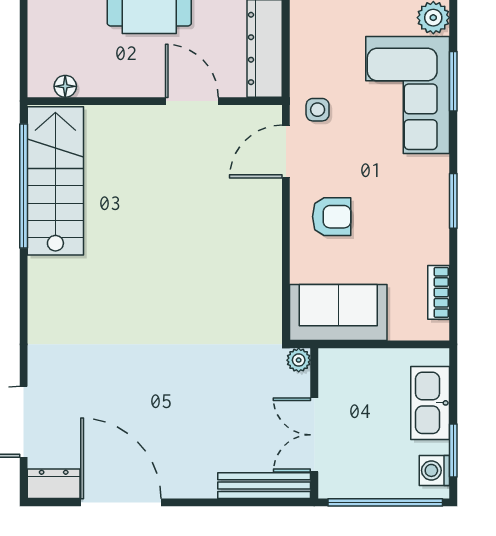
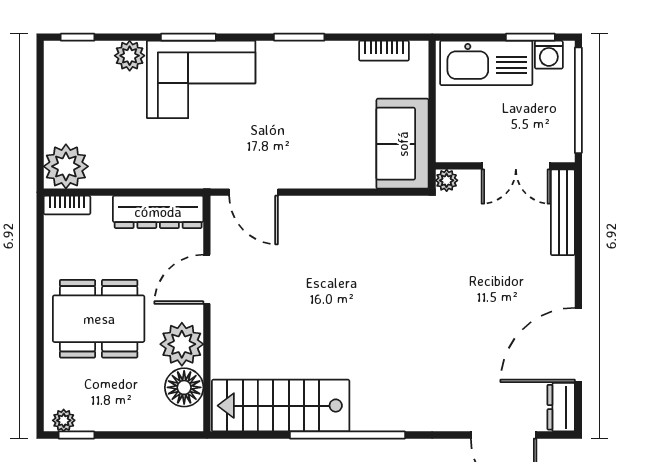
plant: (122, 74) -> (182, 344), added
floor lamp: (65, 86) -> (184, 387), width x1.89, depth x1.89
side table: (318, 110) -> (215, 163), removed
window: (24, 186) -> (347, 435), moved
armchair: (332, 217) -> (314, 150), removed
kitchen sink: (430, 403) -> (486, 63), width x1.36, depth x1.24

